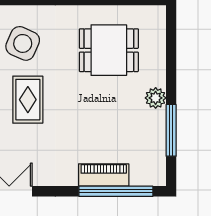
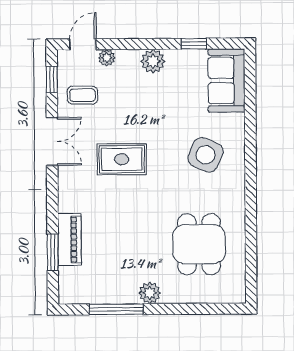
rug: (28, 100) -> (122, 159), moved
window: (116, 191) -> (53, 252), width x0.47

